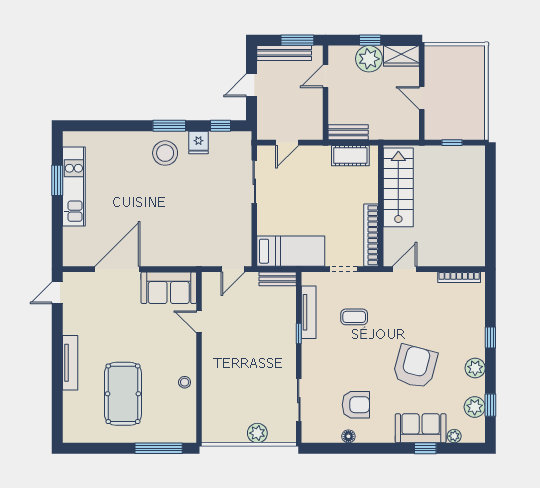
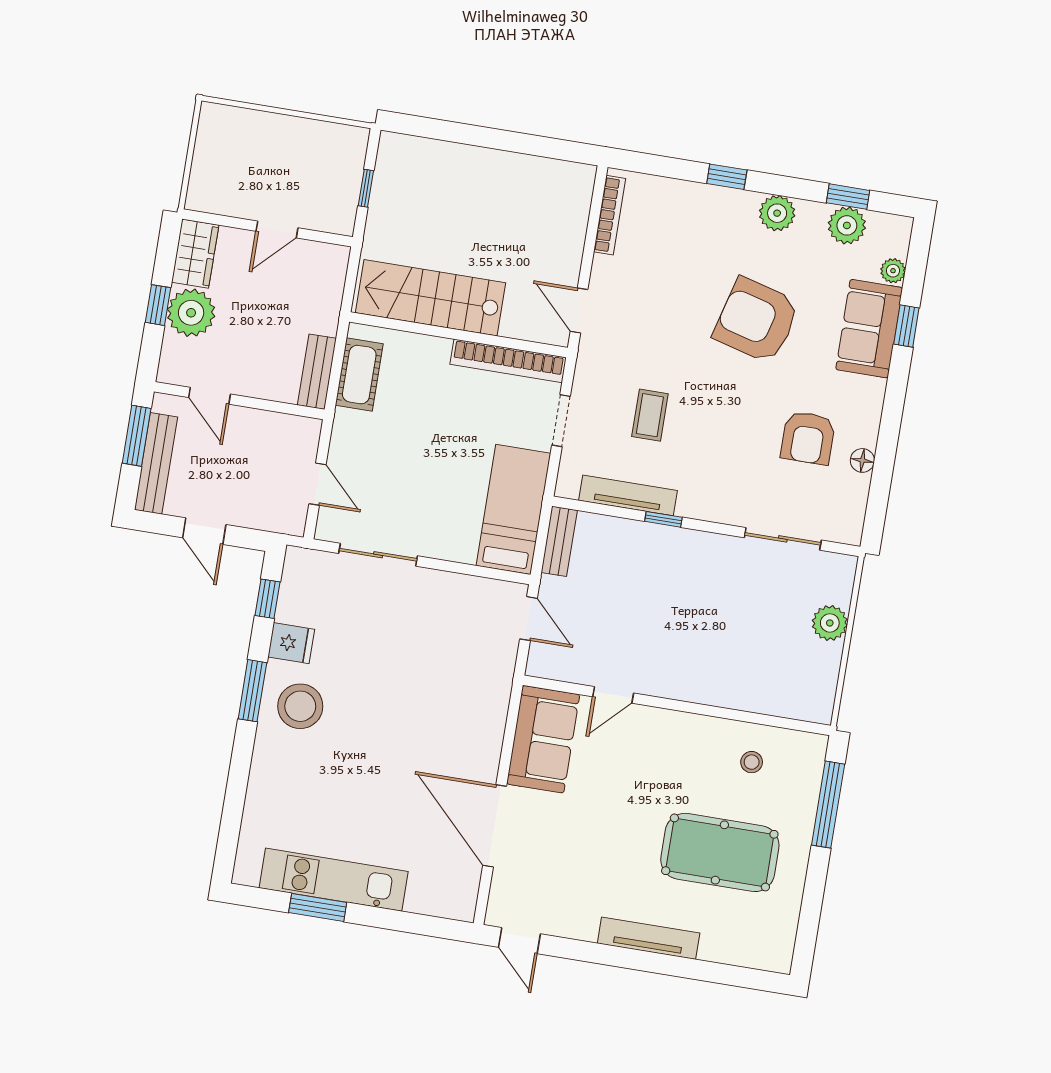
stool: (185, 382) -> (752, 762), moved
armchair: (356, 405) -> (808, 438), turned 180

